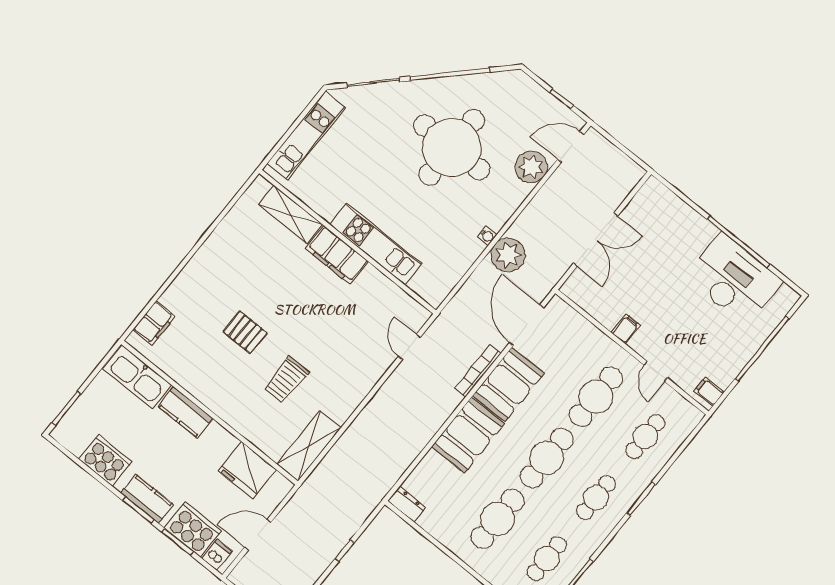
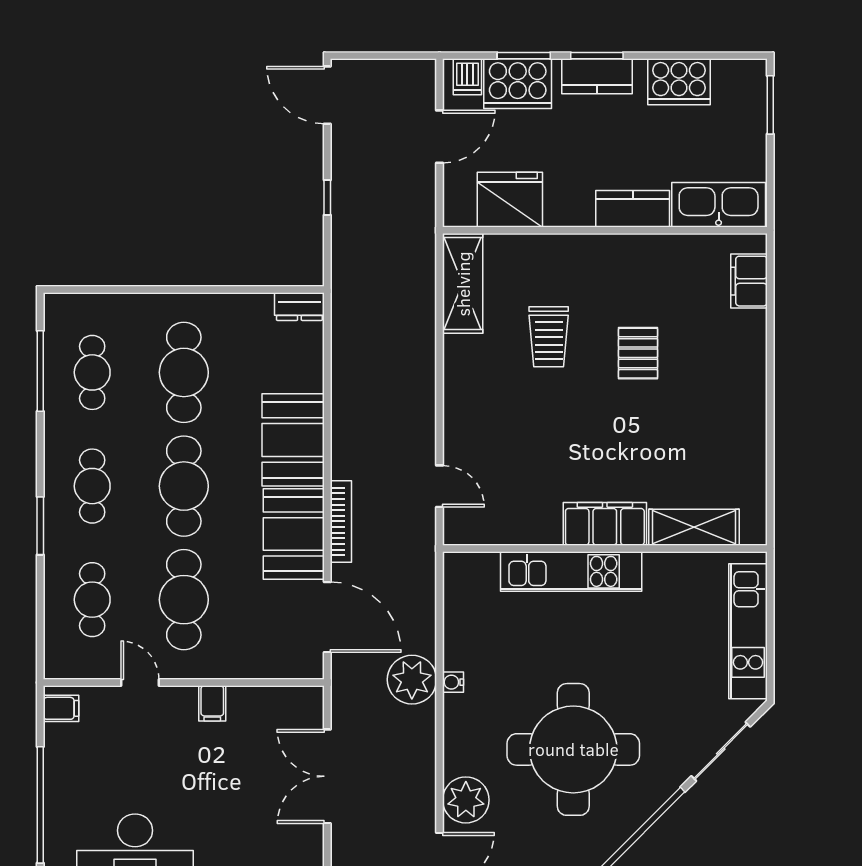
pallet: (245, 332) -> (638, 353), turned 90
trolley: (286, 380) -> (549, 337), turned 180

